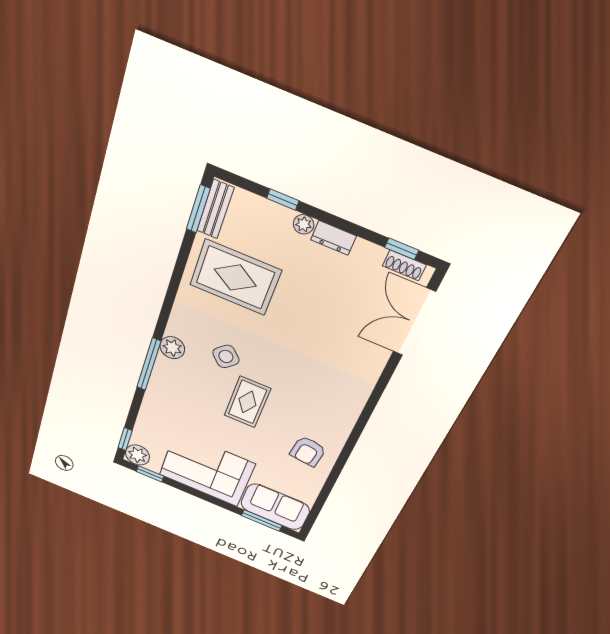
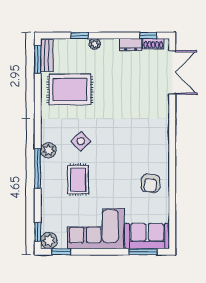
dresser: (333, 238) -> (131, 45), moved
double door: (414, 322) -> (172, 72), swing flipped
rug: (247, 402) -> (78, 180), moved

